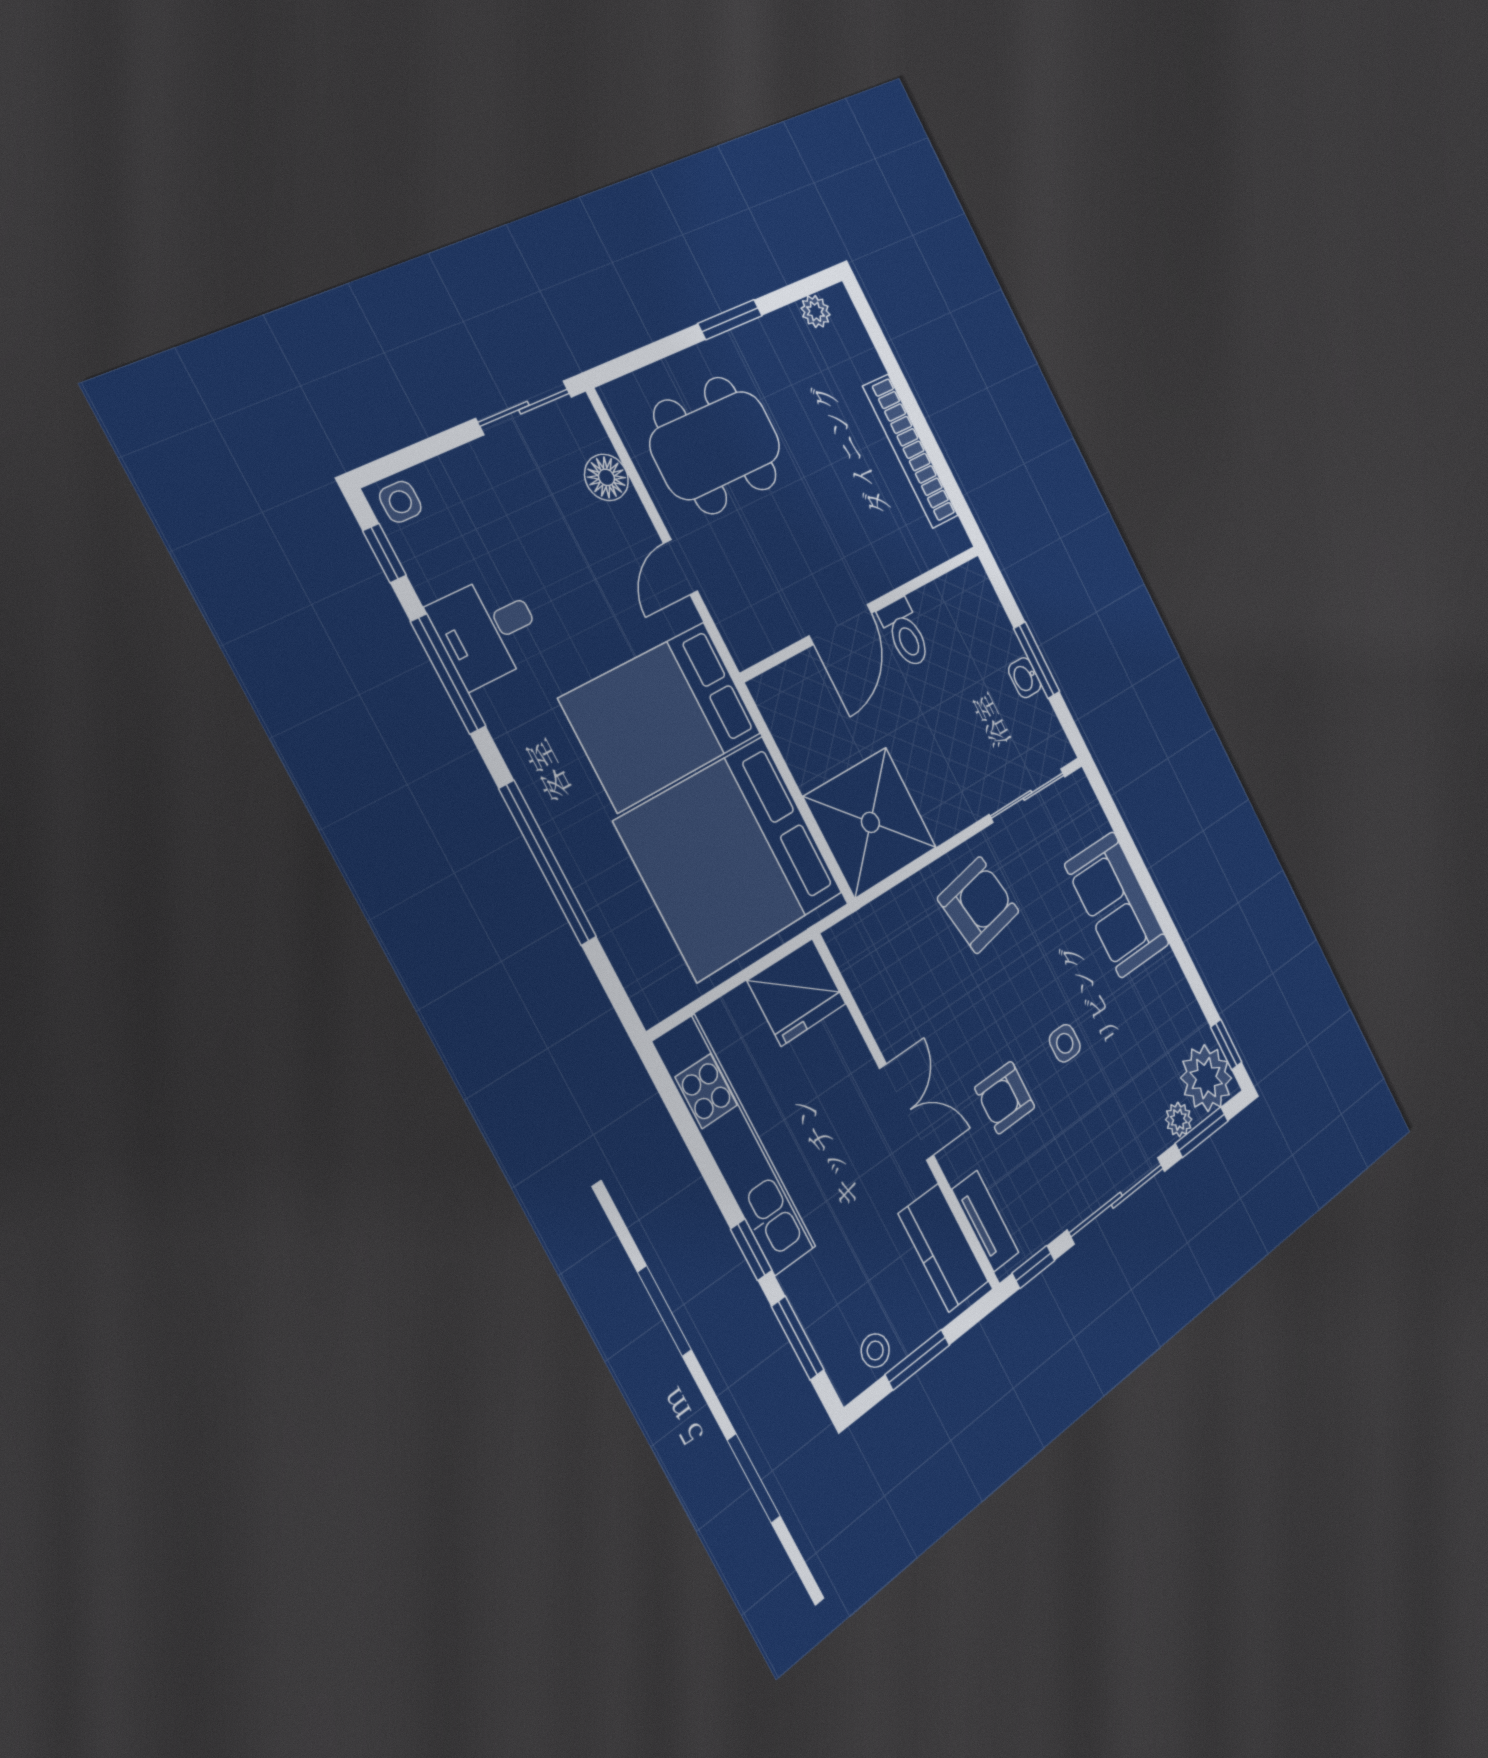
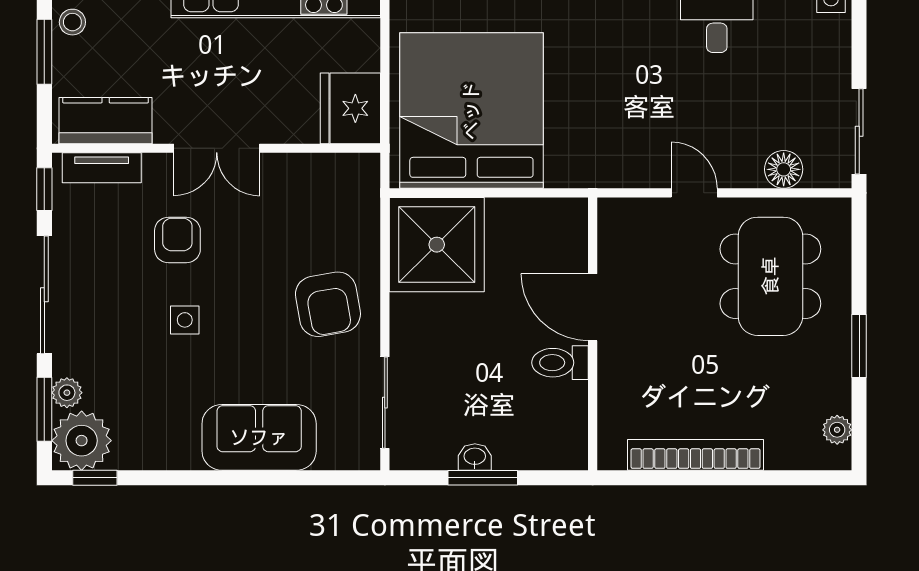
bed: (661, 716) -> (596, 114), removed

